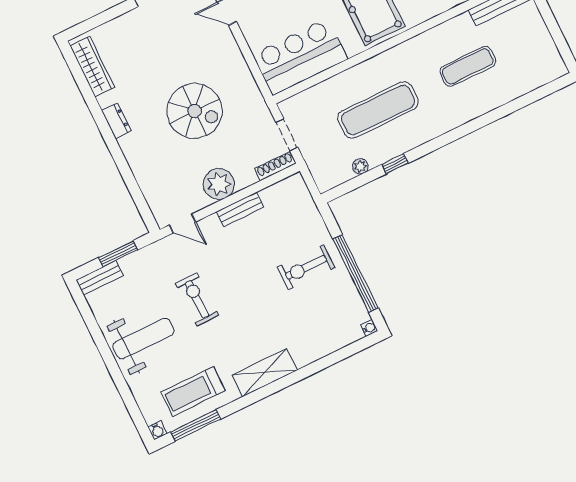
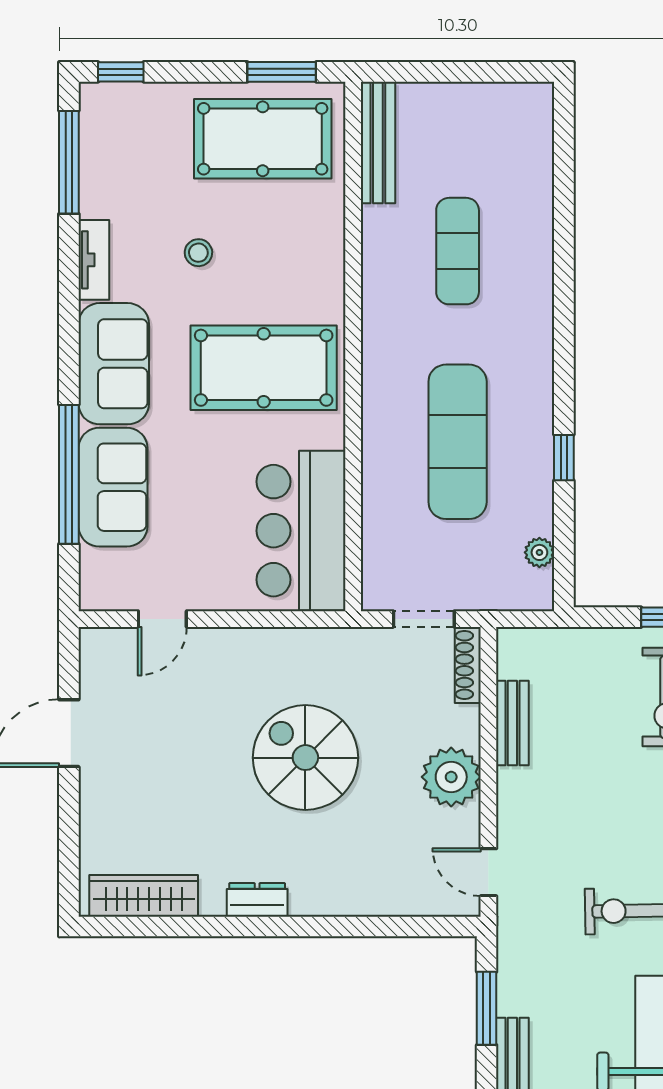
spiral stairs: (195, 111) -> (305, 758), turned -90
plant: (360, 166) -> (539, 552), moved
bench: (240, 209) -> (512, 723), moved
door: (183, 223) -> (488, 872), swing flipped

